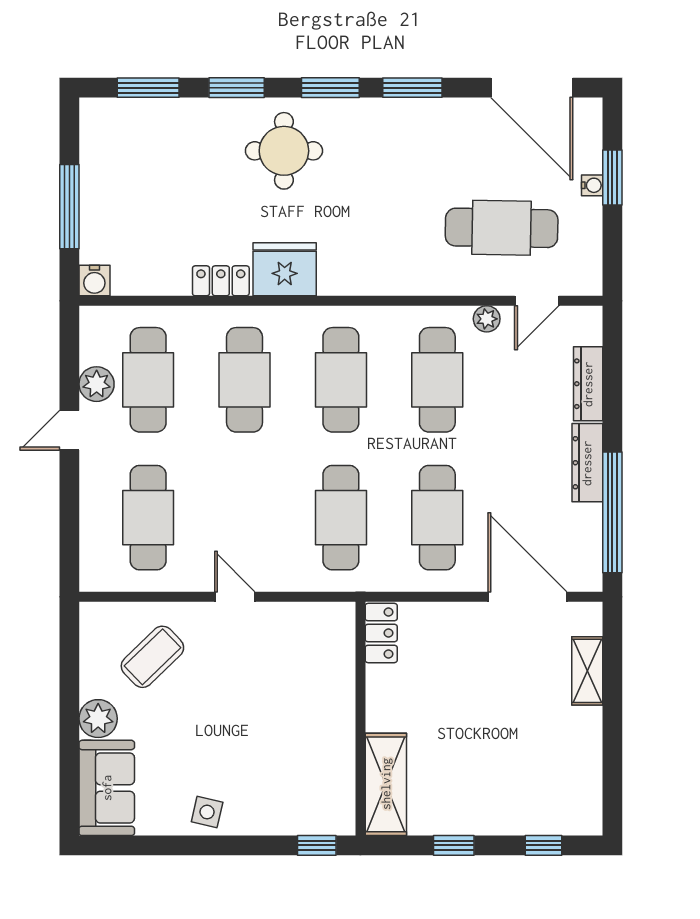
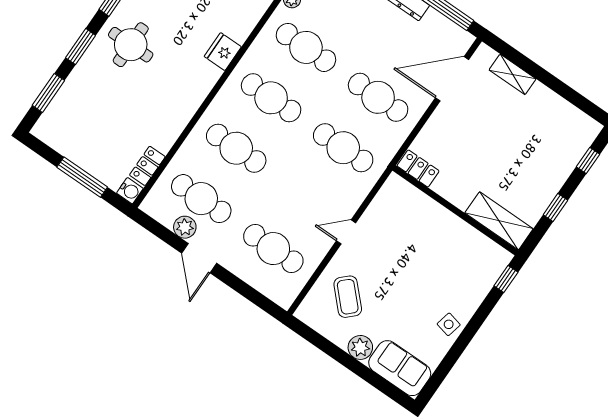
fridge: (285, 269) -> (223, 52), moved, width x0.73, depth x0.75
locker: (221, 281) -> (147, 166), moved
door: (69, 430) -> (199, 258), width x1.38

